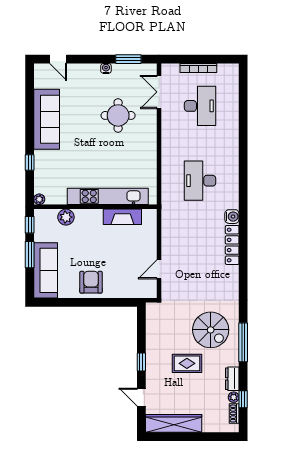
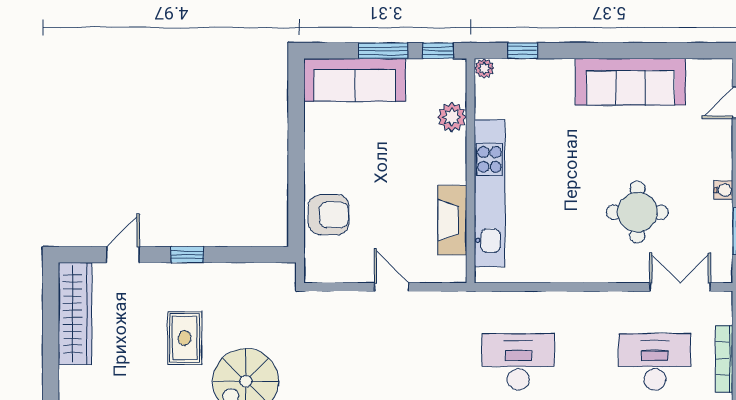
desk: (200, 106) -> (655, 362), turned 180
window: (30, 162) -> (523, 51), moved
door: (159, 269) -> (392, 287), moved
armchair: (91, 282) -> (329, 215), moved

